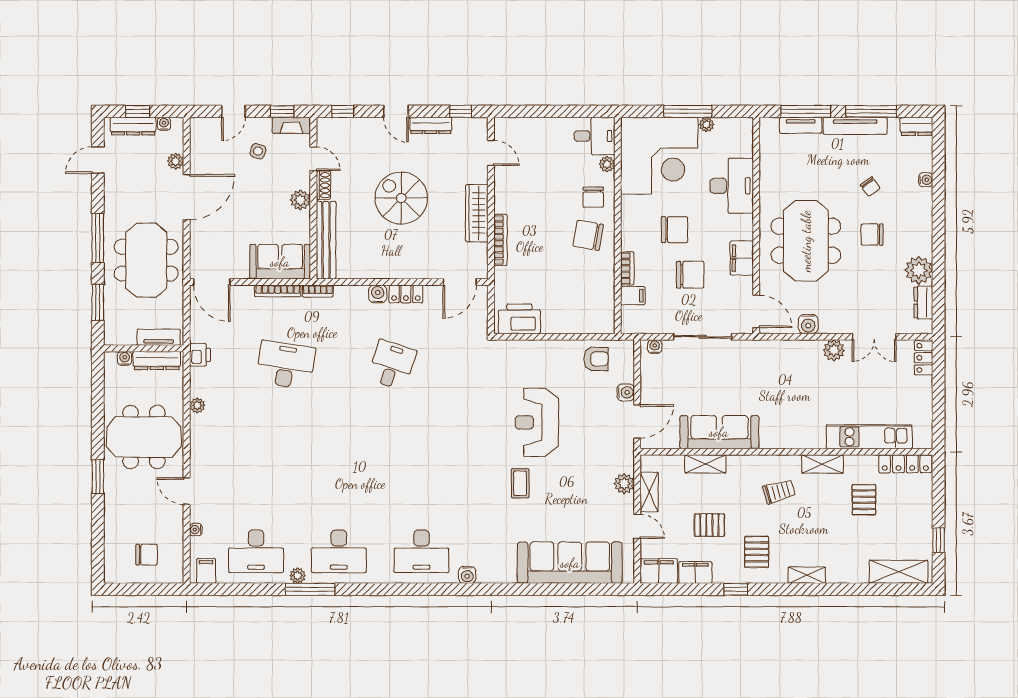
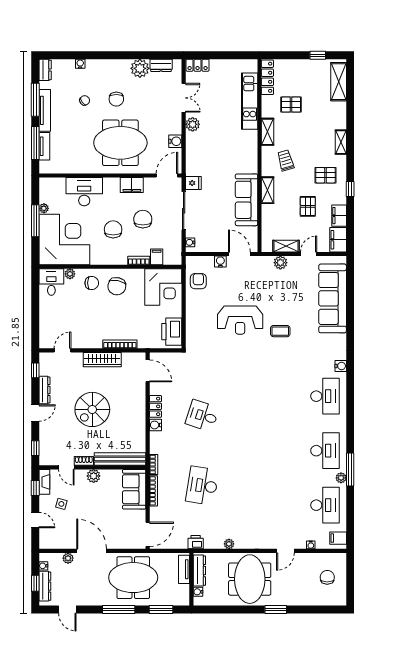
door: (313, 159) -> (66, 467), swing flipped
corner desk: (587, 306) -> (163, 287), added
fridge: (745, 351) -> (193, 183), added
shelving: (705, 464) -> (267, 190), moved

